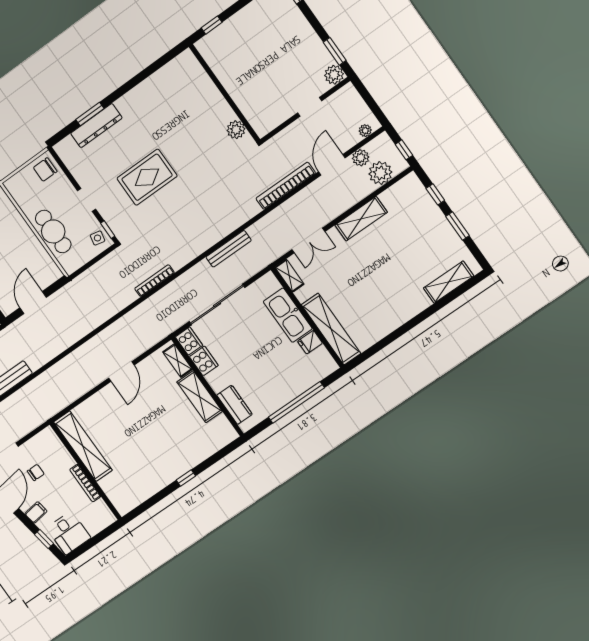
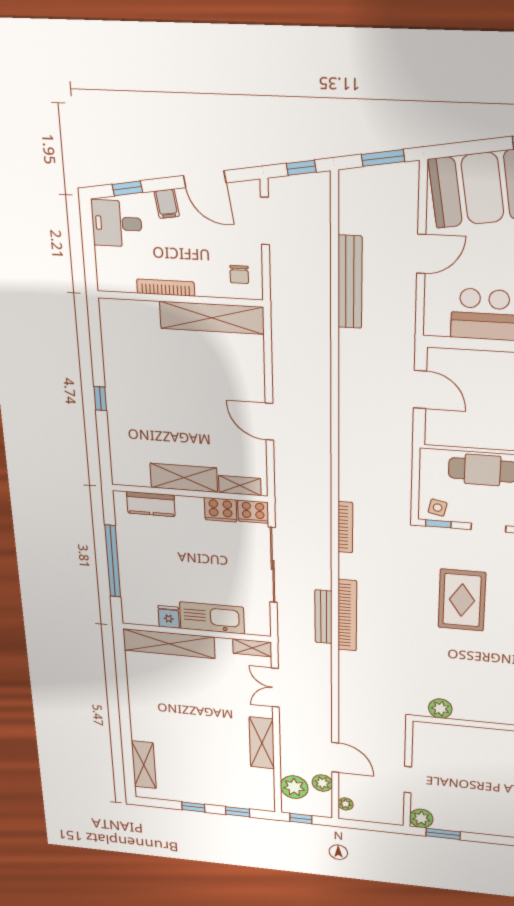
bookcase: (286, 186) -> (347, 615), moved
window: (457, 226) -> (193, 807), width x0.67
chair: (36, 472) -> (239, 274), moved

